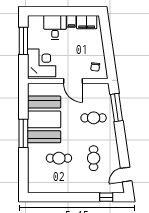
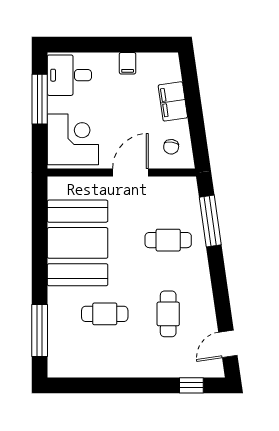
filing cabinet: (87, 22) -> (173, 101), moved, turned 82
desk: (55, 27) -> (69, 75), moved, turned -90
door: (73, 81) -> (130, 172), swing flipped
window: (23, 133) -> (40, 331), moved

